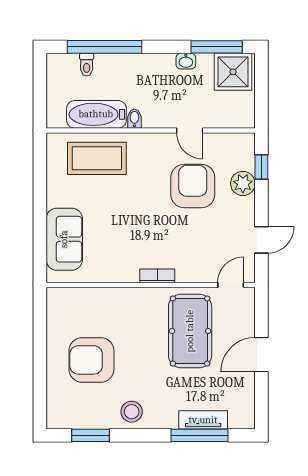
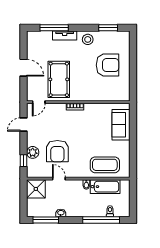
shower: (233, 72) -> (36, 189), moved
door: (261, 355) -> (23, 68), hinge flipped
tv unit: (203, 420) -> (65, 35), moved

